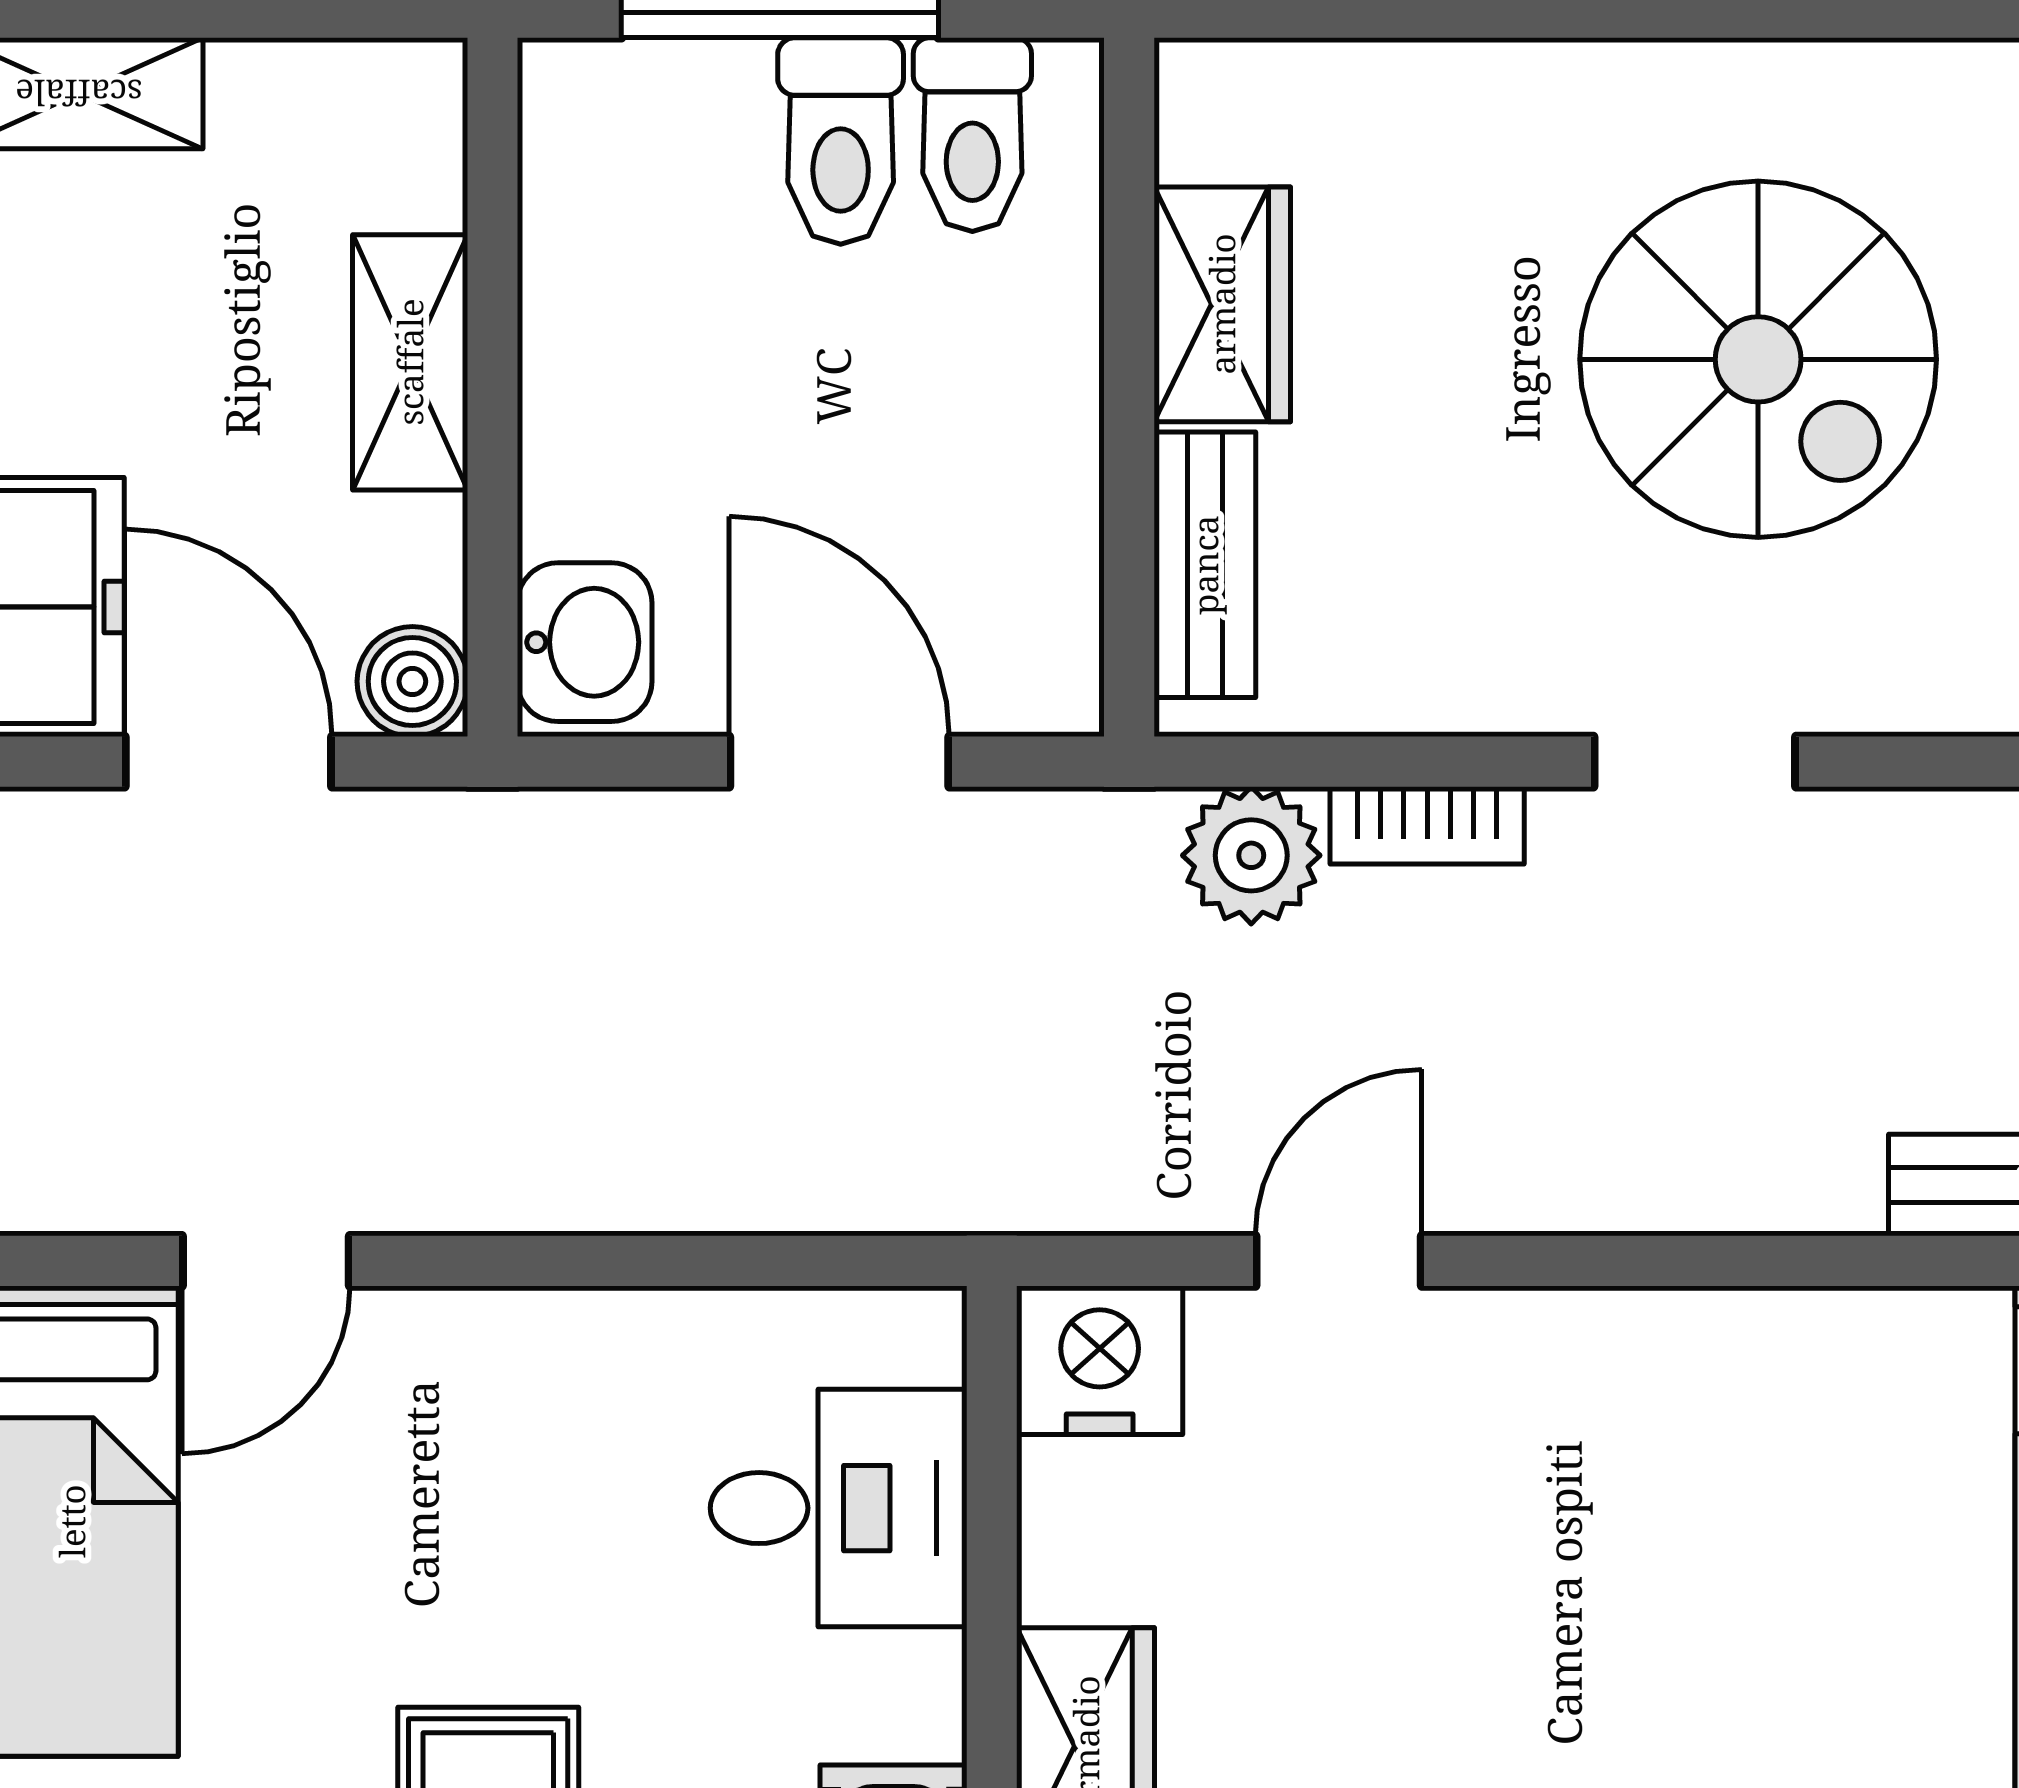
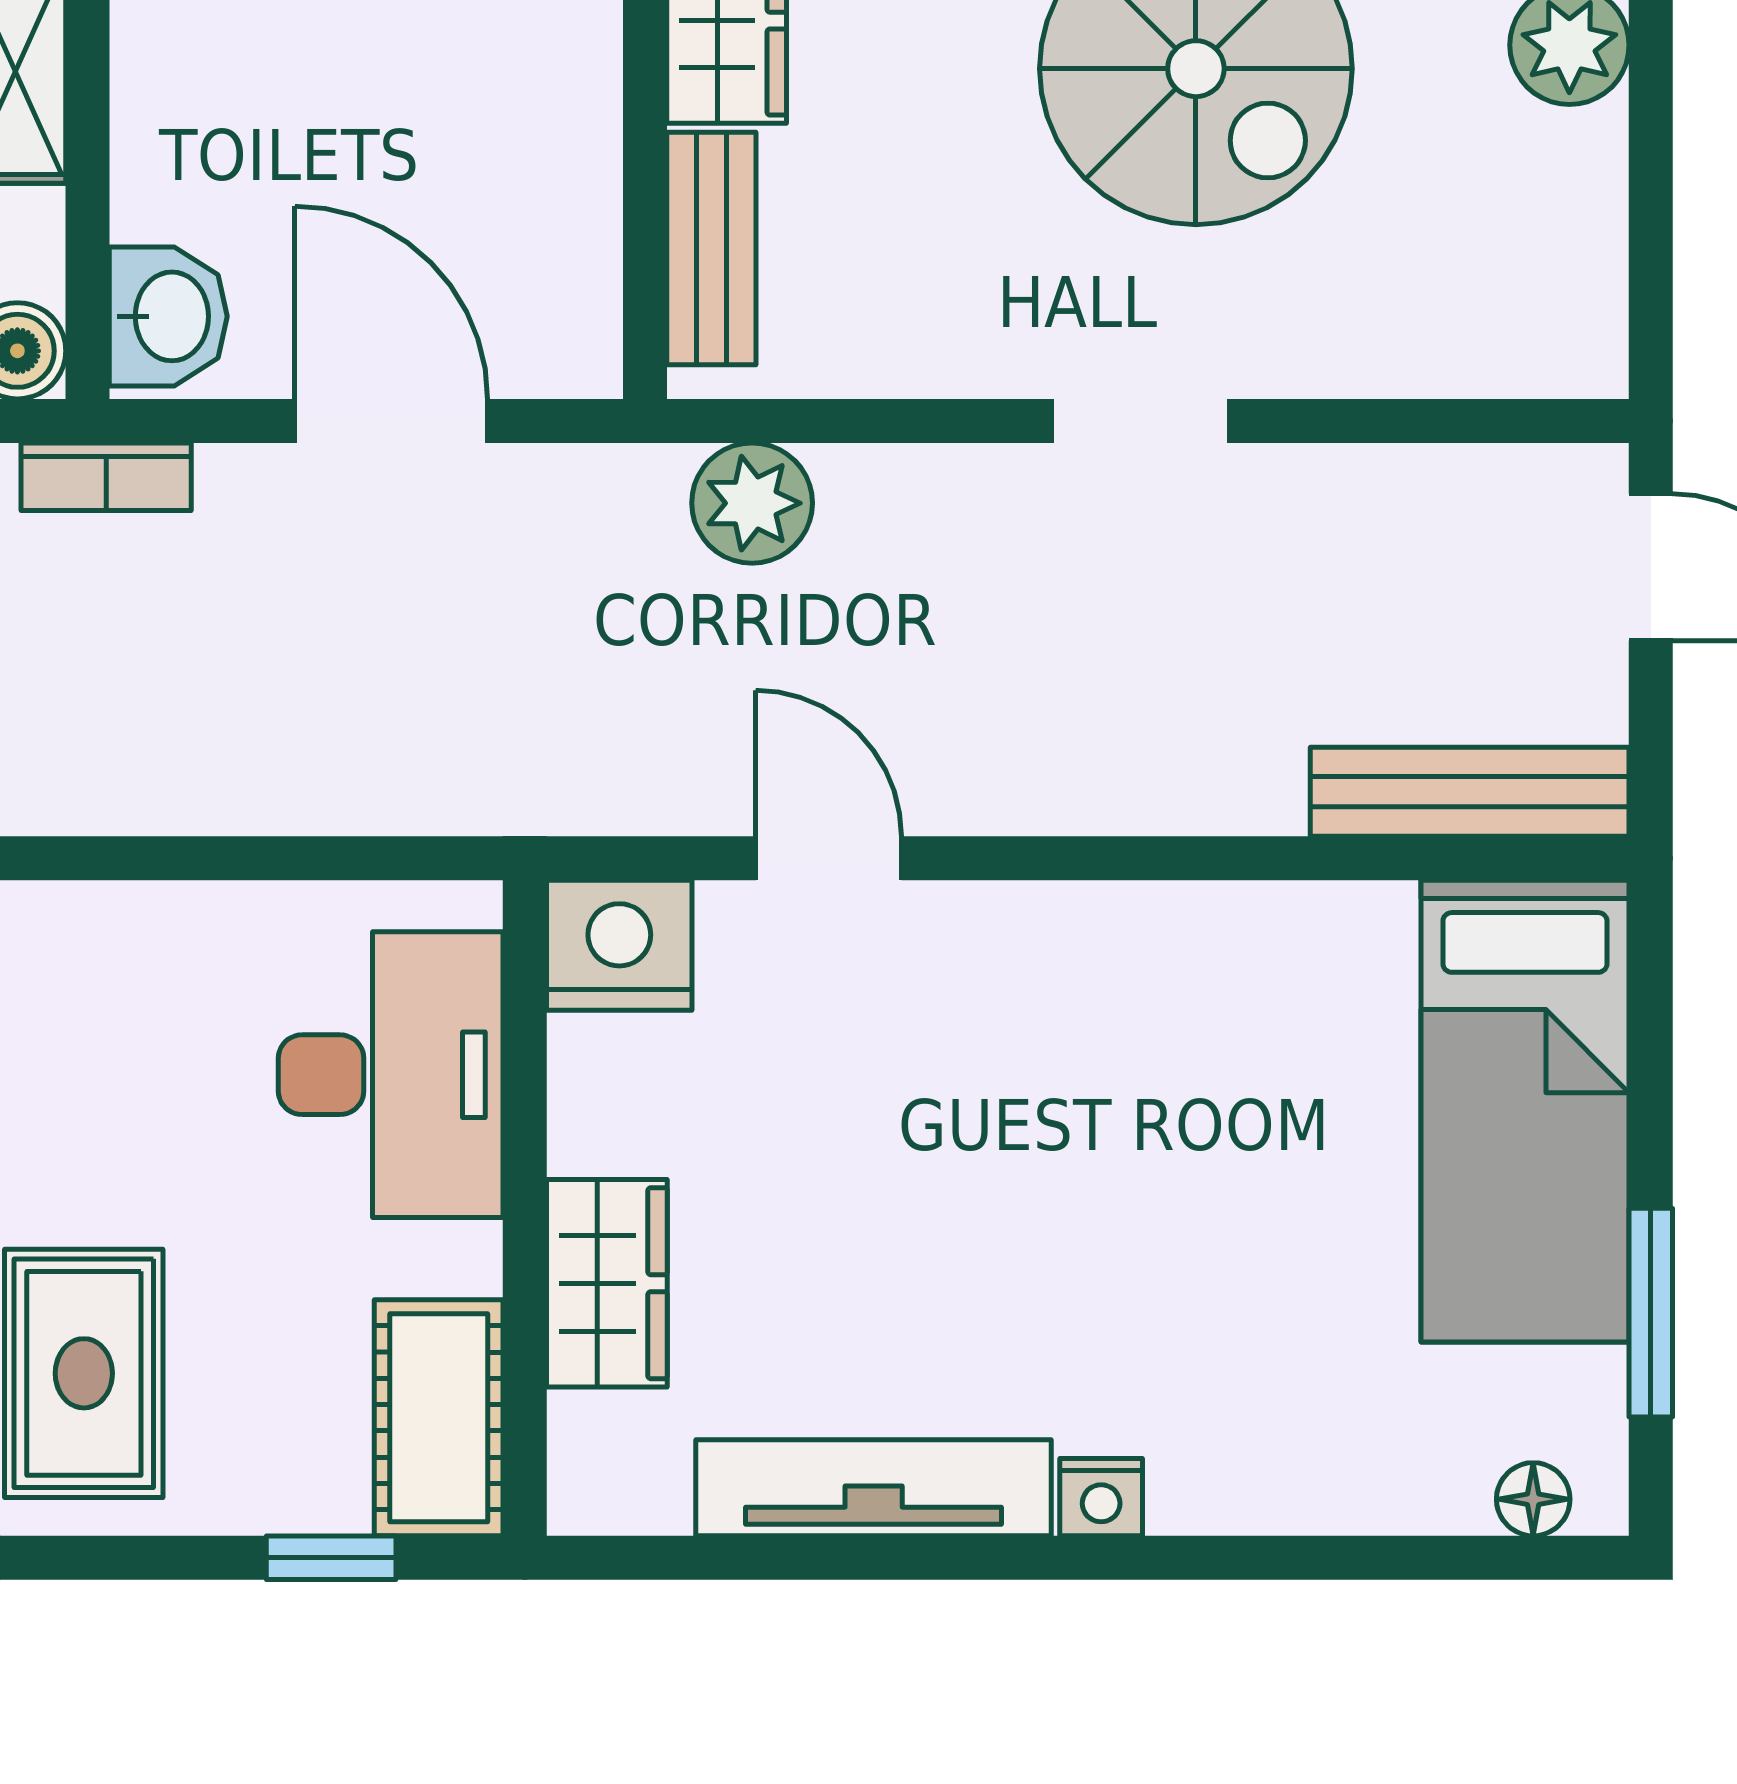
bookcase: (1427, 825) -> (106, 477), moved
door: (1339, 1261) -> (829, 858), hinge flipped
desk: (839, 1508) -> (391, 1075), width x1.37

